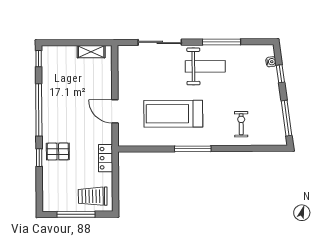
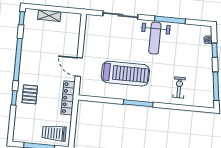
shelving: (91, 52) -> (49, 16), moved
weight bench: (205, 66) -> (155, 38), turned 90
treadmill: (173, 114) -> (125, 74), turned 180
pallet: (58, 151) -> (30, 94), turned 90
locker: (106, 158) -> (68, 98), width x1.53

